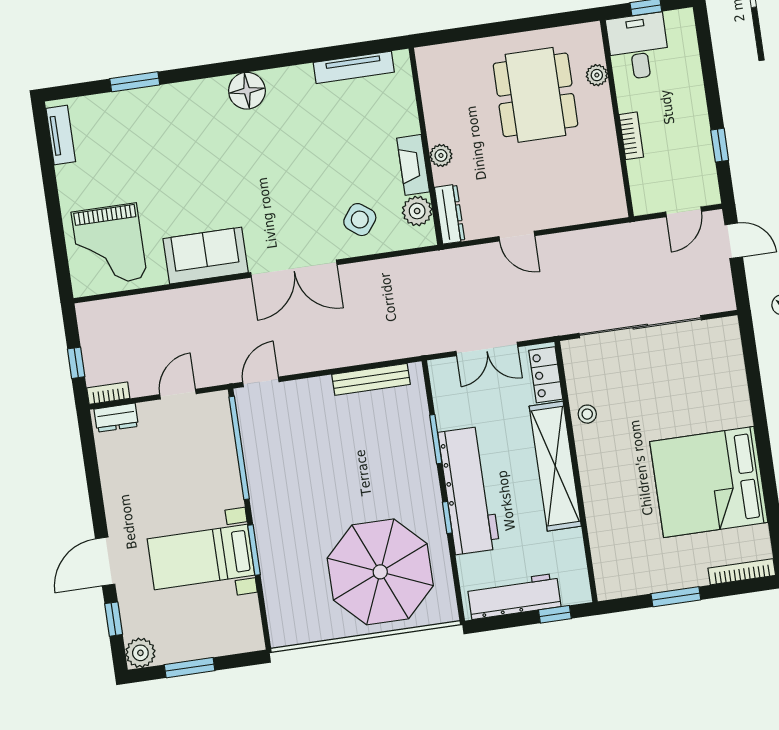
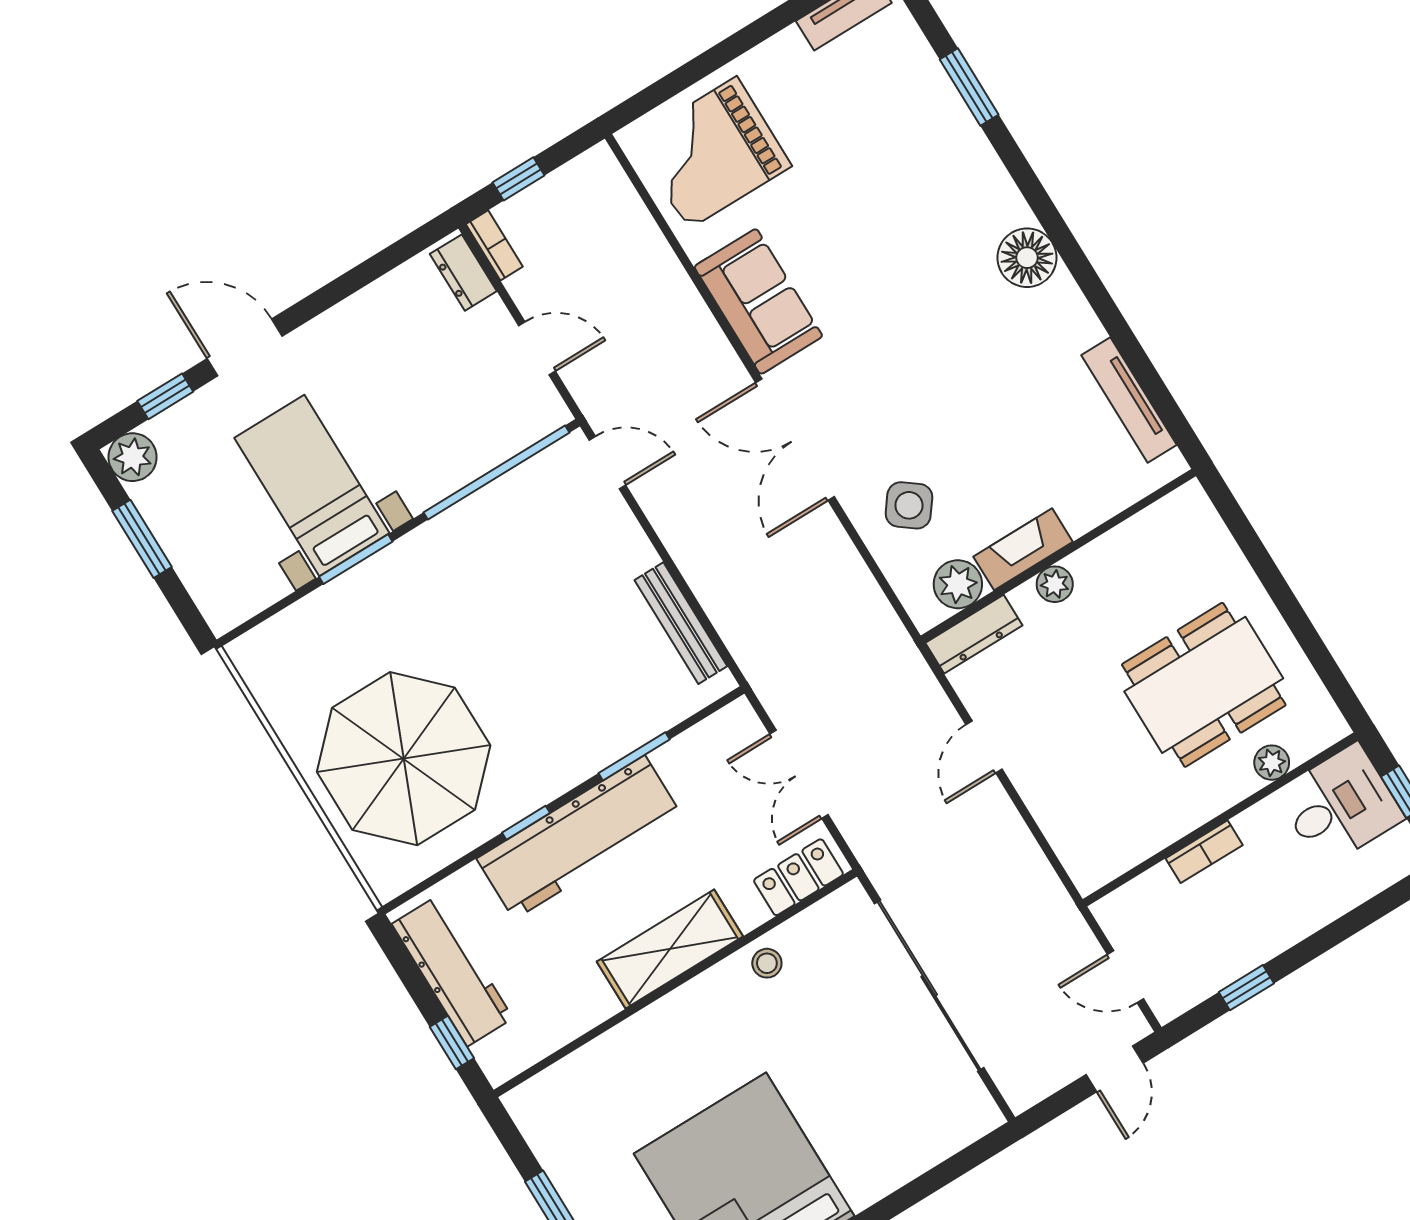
shelving: (555, 466) -> (670, 949), width x0.68

